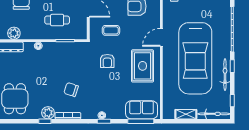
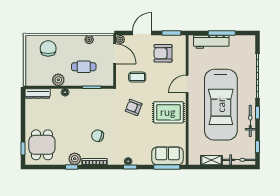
plant: (14, 33) -> (58, 80), moved
armchair: (107, 61) -> (134, 107), turned 111
rug: (143, 66) -> (168, 112), turned 90

